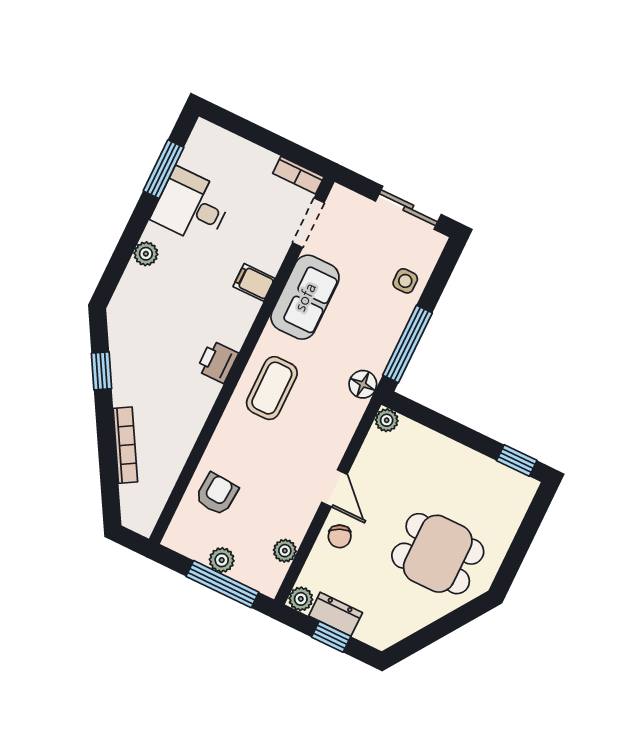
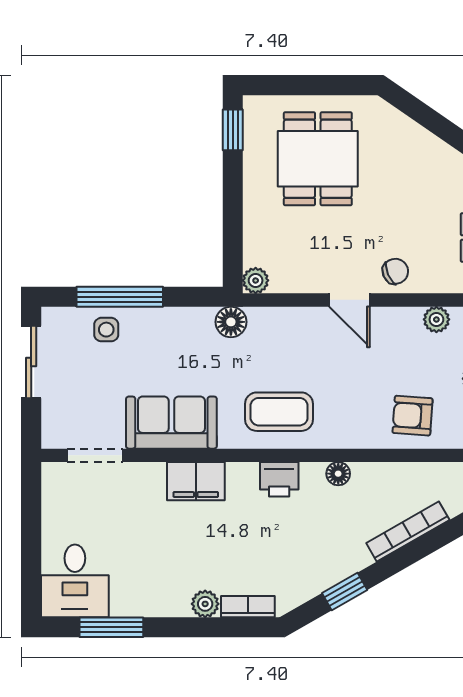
bookcase: (298, 175) -> (248, 607), moved, turned -90
desk: (192, 206) -> (75, 581), moved
filing cabinet: (254, 282) -> (196, 481), width x2.00
window: (407, 344) -> (120, 297), moved
floor lamp: (199, 412) -> (338, 474), added
door: (334, 488) -> (350, 300), swing flipped
dining table: (438, 554) -> (318, 159), moved

